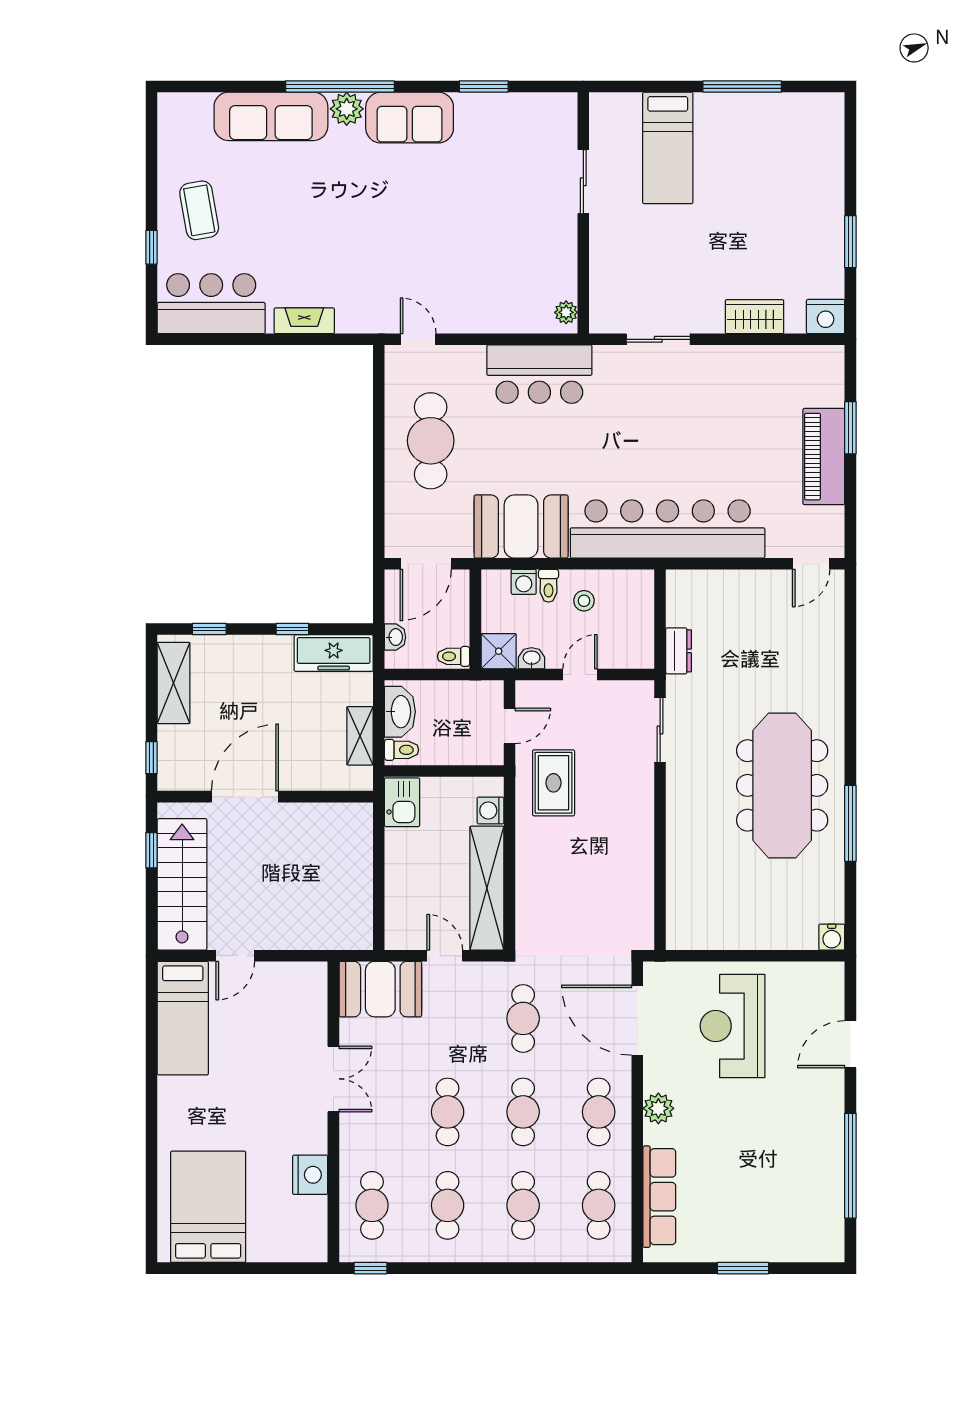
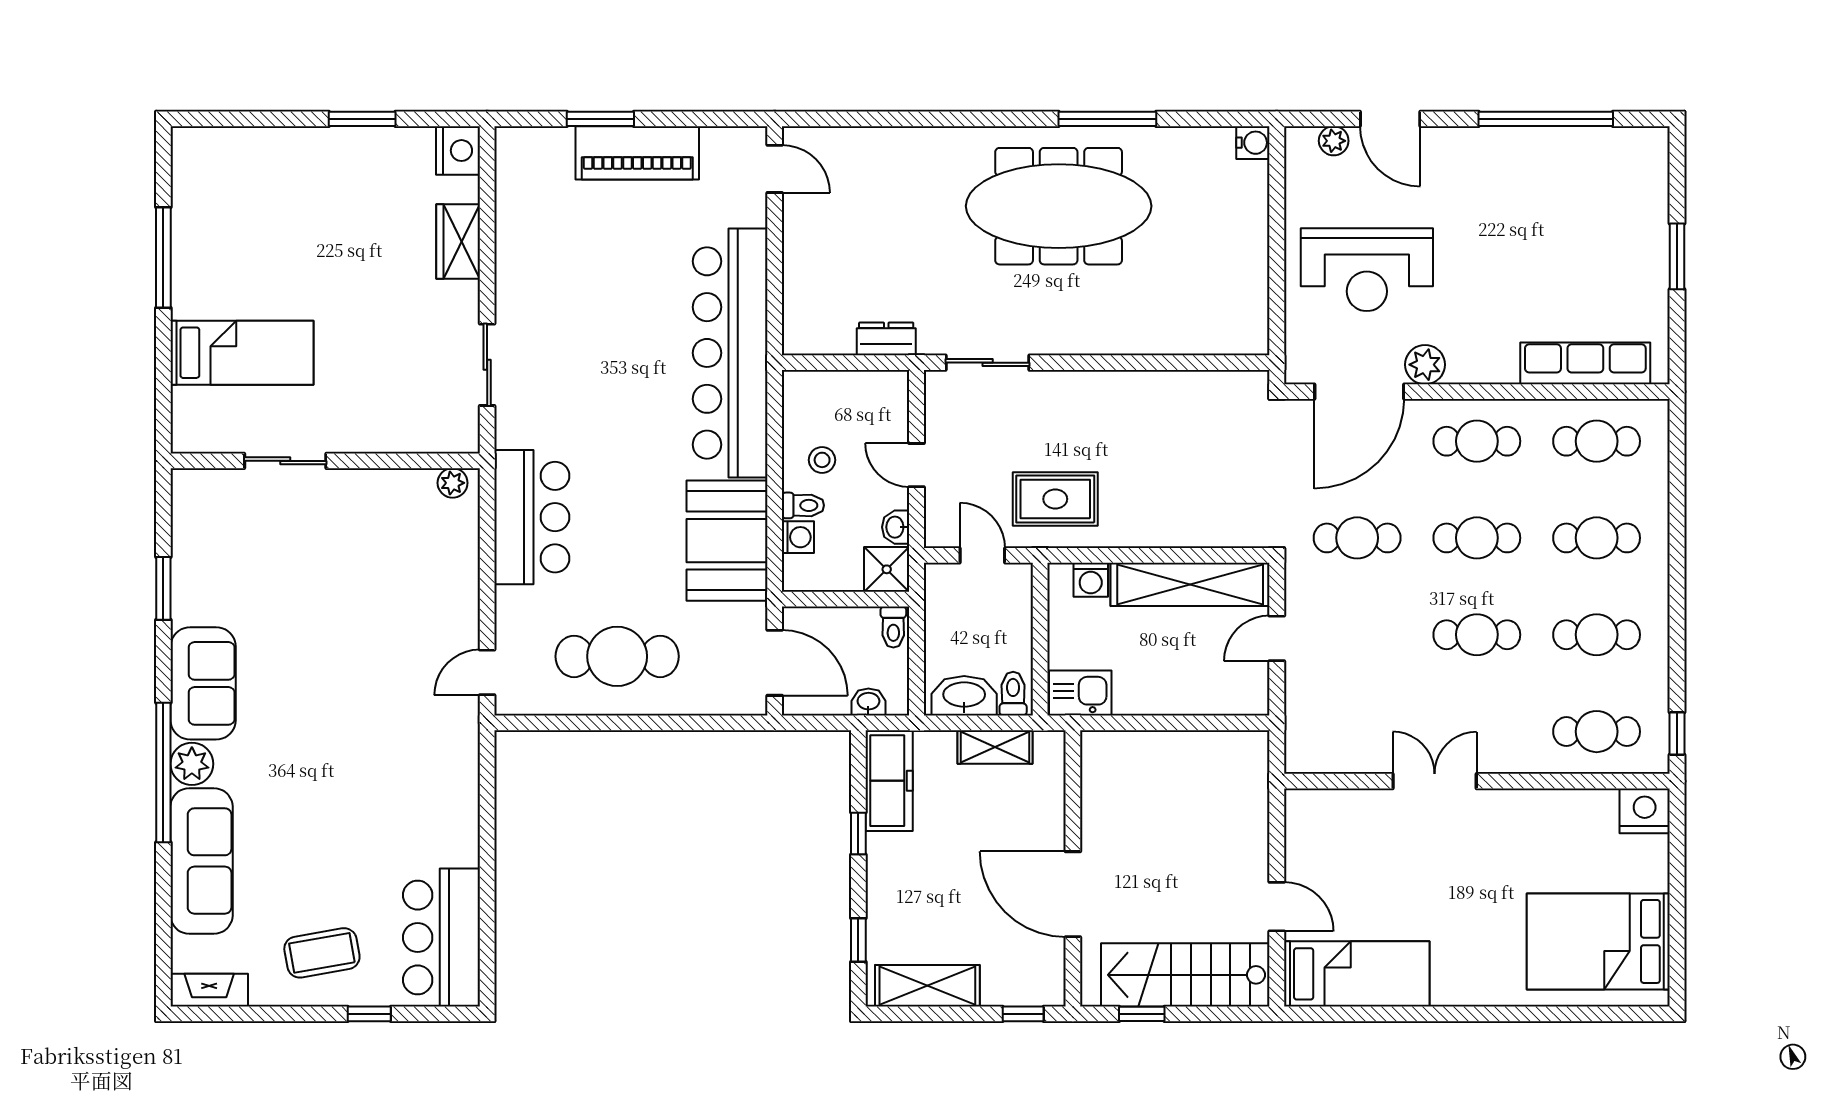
fireplace: (304, 321) -> (209, 990), moved, turned 90
booth: (380, 989) -> (1320, 721), removed
plant: (833, 1000) -> (1334, 141), added
plant: (658, 1108) -> (1425, 365), moved
nightstand: (310, 1175) -> (1645, 811), moved

